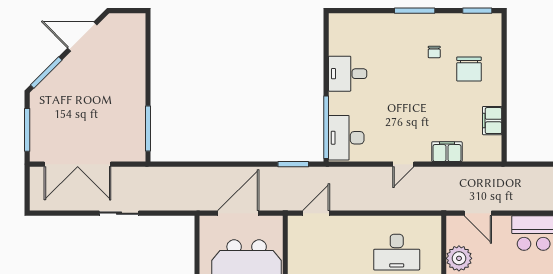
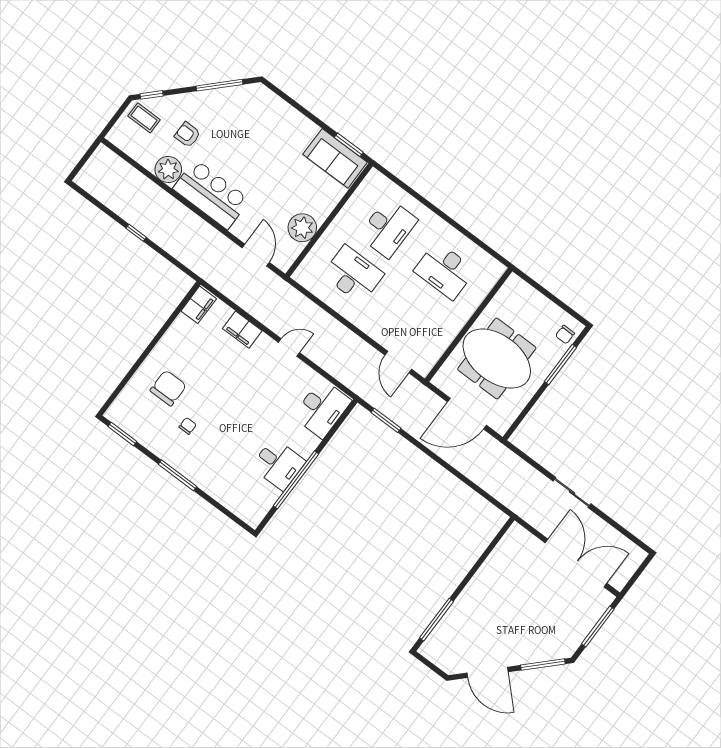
filing cabinet: (492, 121) -> (199, 305), moved
window: (326, 127) -> (296, 480), moved
window: (148, 128) -> (436, 620), moved
door: (316, 213) -> (398, 362), hinge flipped

